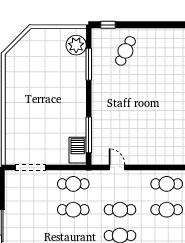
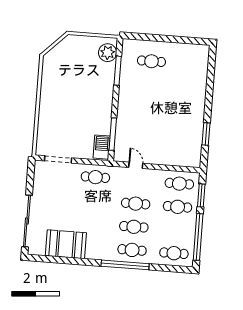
window: (108, 25) -> (138, 37), removed
cafe table: (125, 51) -> (151, 61), turned 64
cafe table: (73, 210) -> (94, 200), removed

